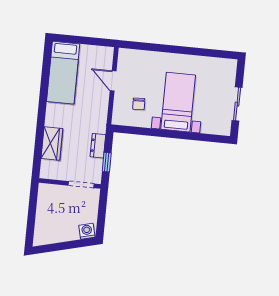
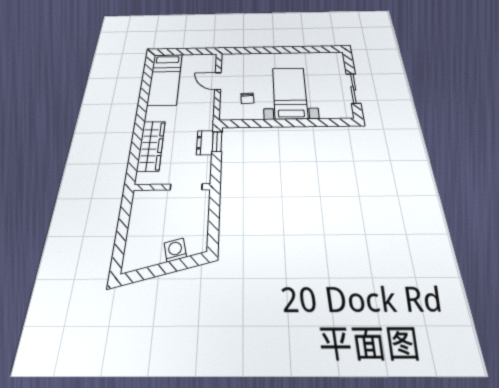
wardrobe: (52, 144) -> (151, 146), width x1.50
window: (107, 162) -> (217, 142), moved
washing machine: (87, 231) -> (175, 250), moved

